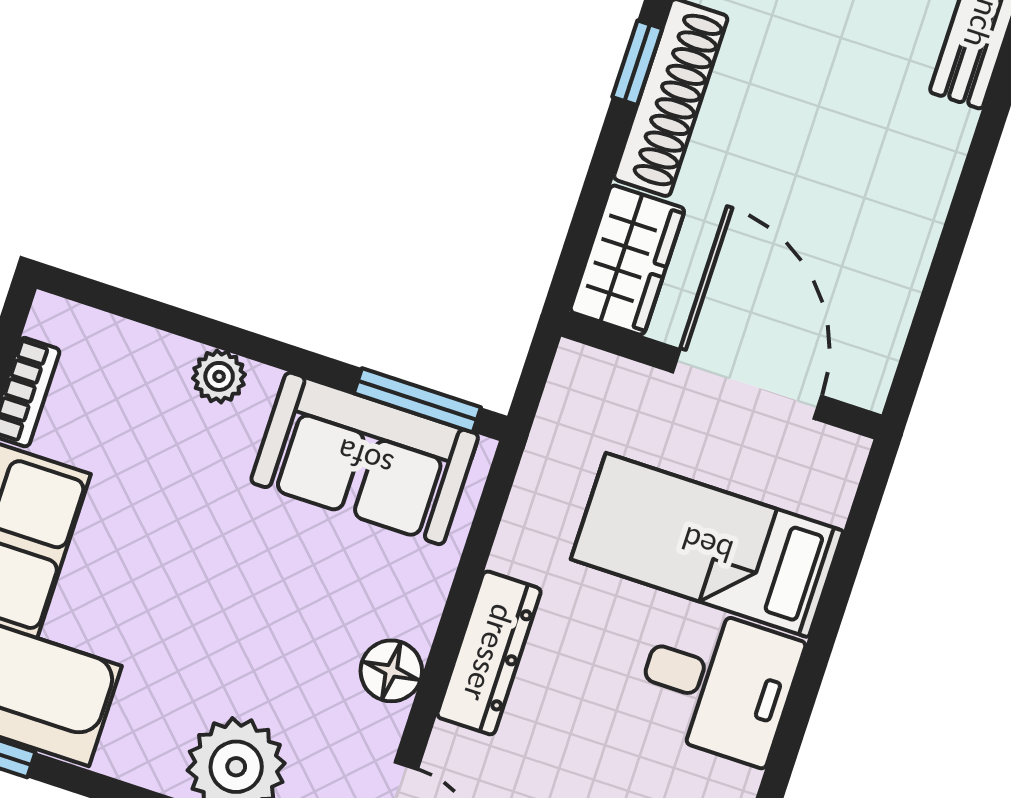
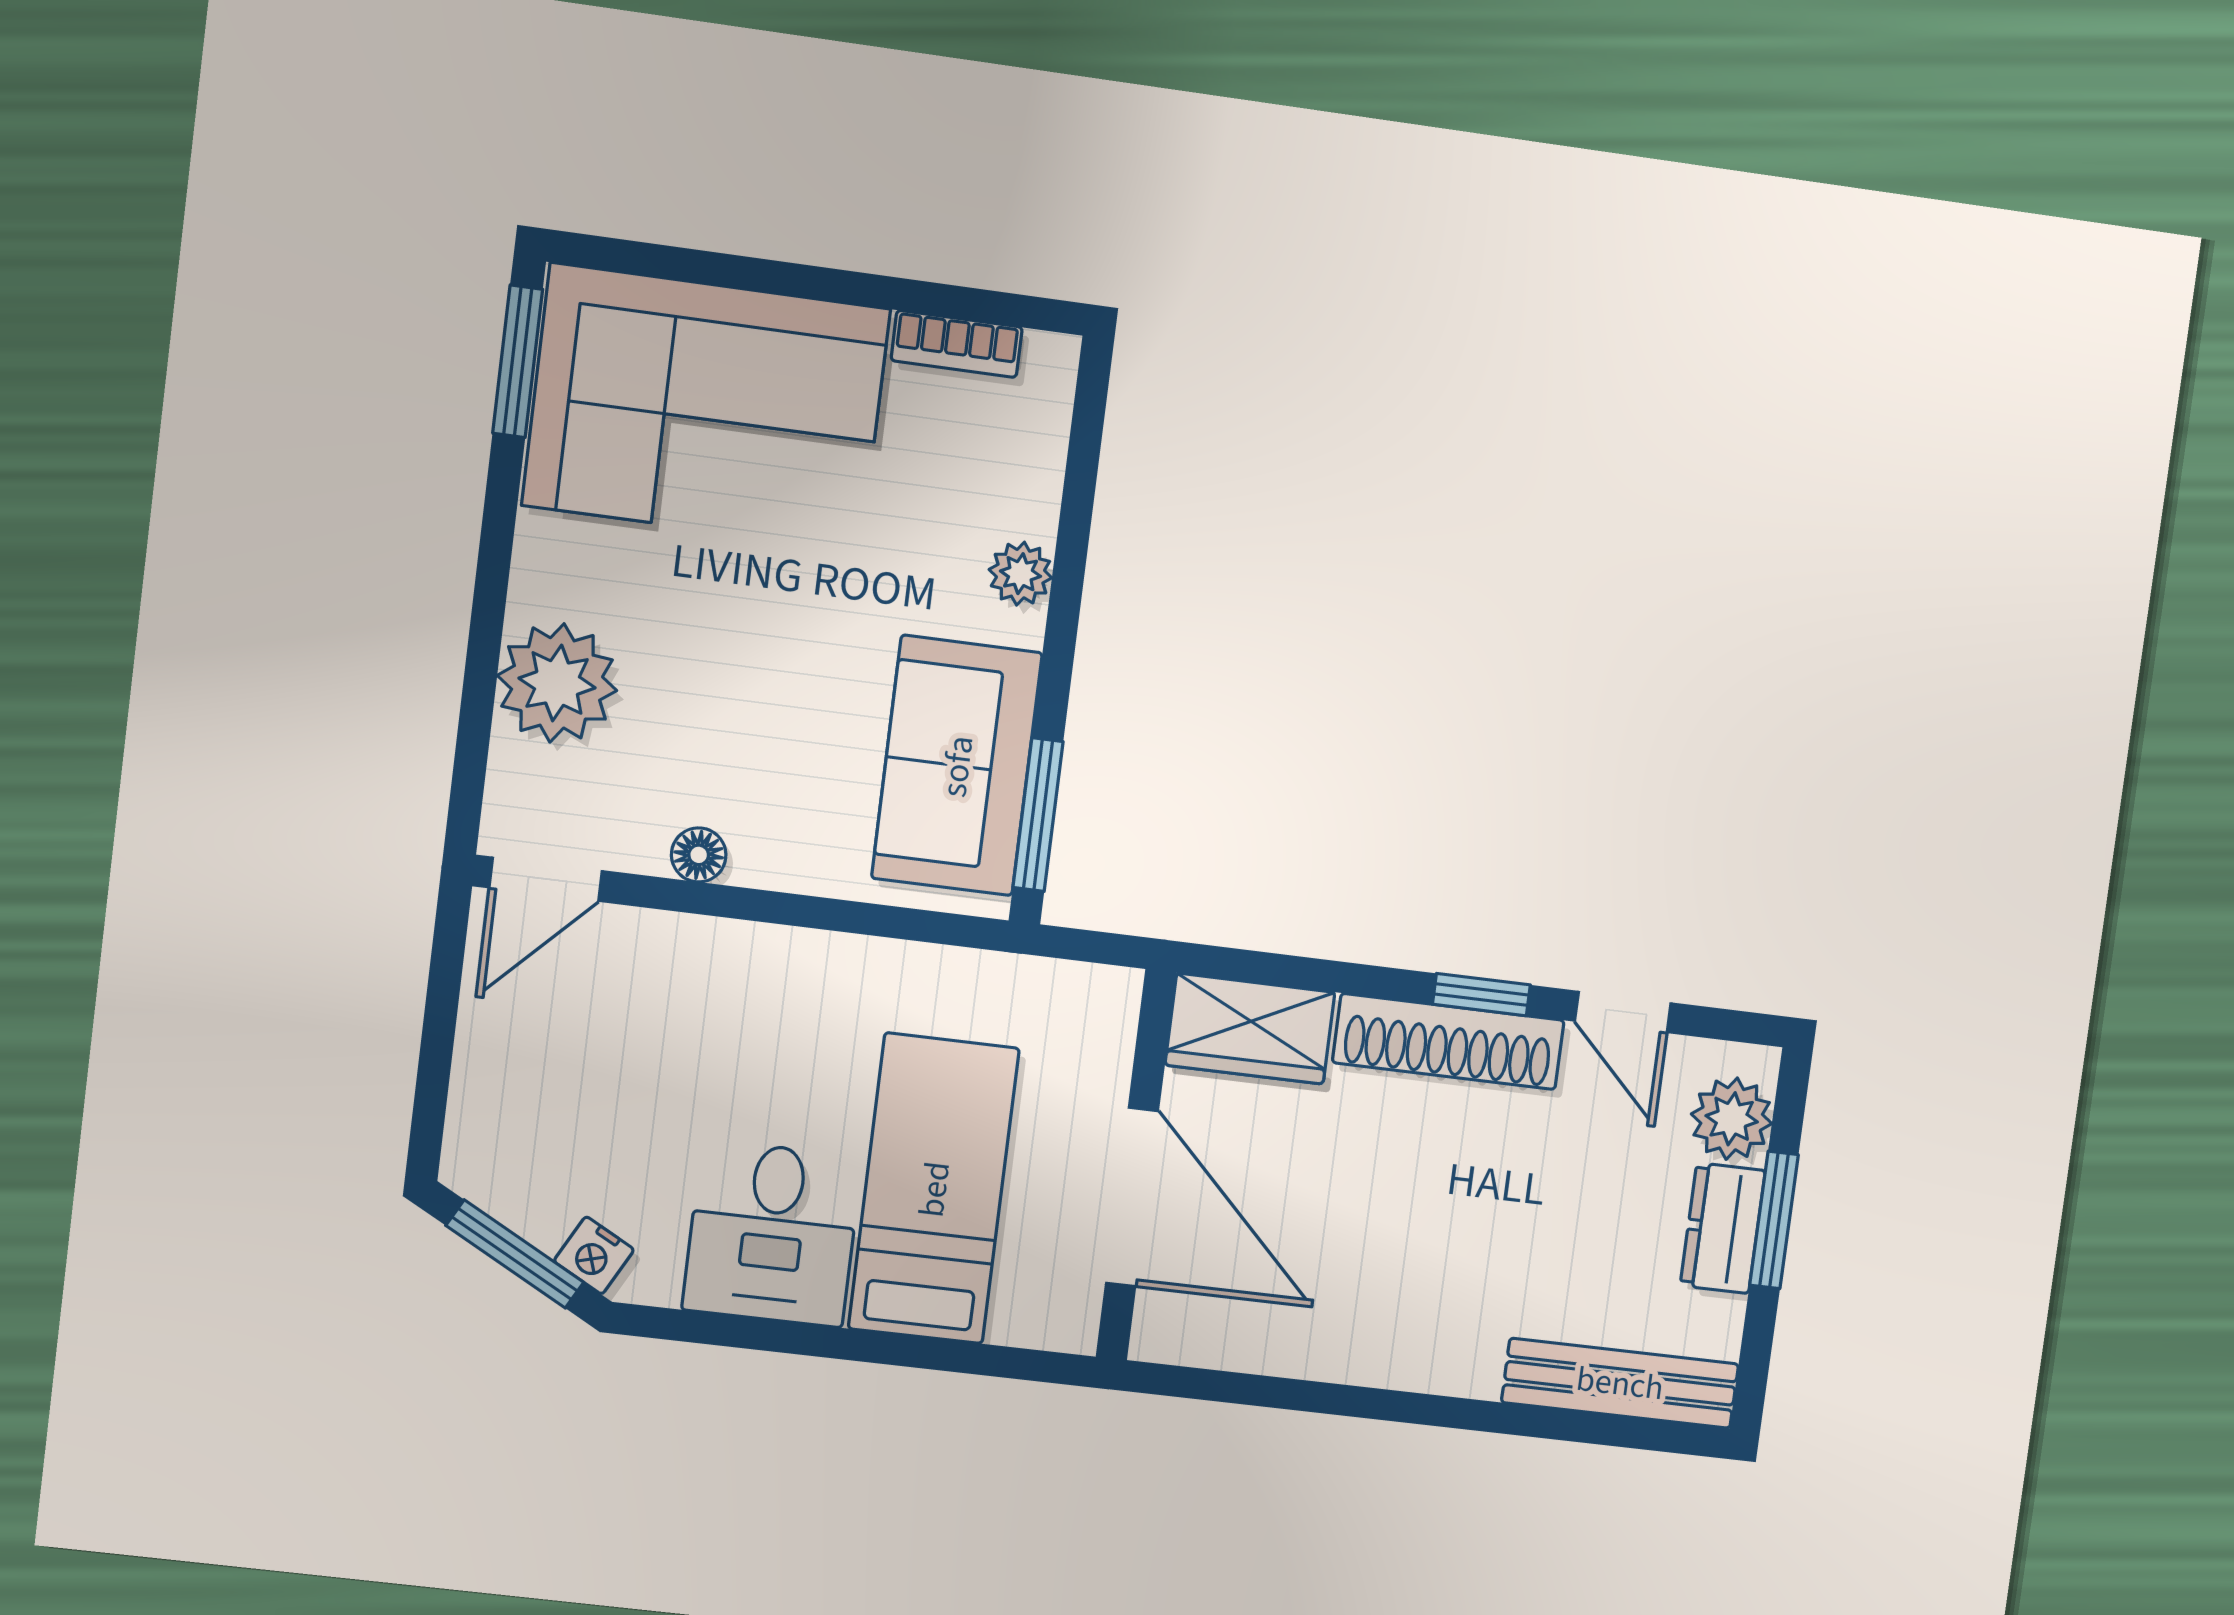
door: (747, 384) -> (1132, 1197), hinge flipped
dresser: (489, 653) -> (755, 958), removed
floor lamp: (391, 671) -> (699, 855), width x0.73, depth x0.73

